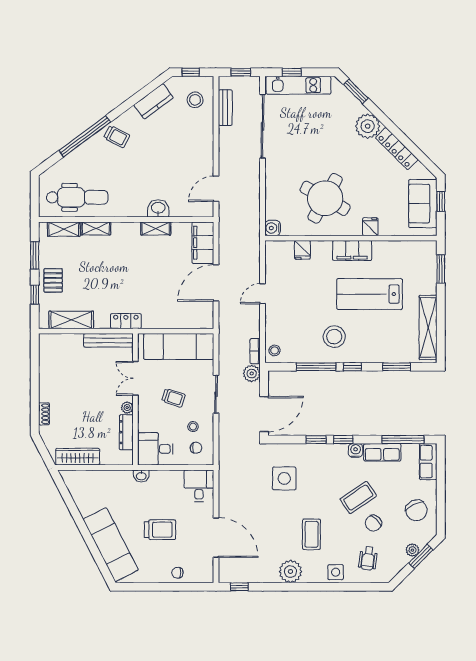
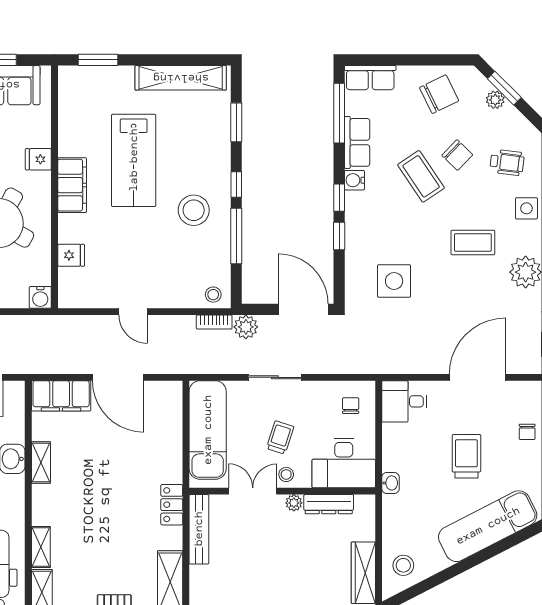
double door: (135, 378) -> (253, 491), swing flipped
stool: (193, 427) -> (286, 474), moved
desk: (155, 449) -> (344, 463), width x1.37
stool: (83, 485) -> (403, 565), added

